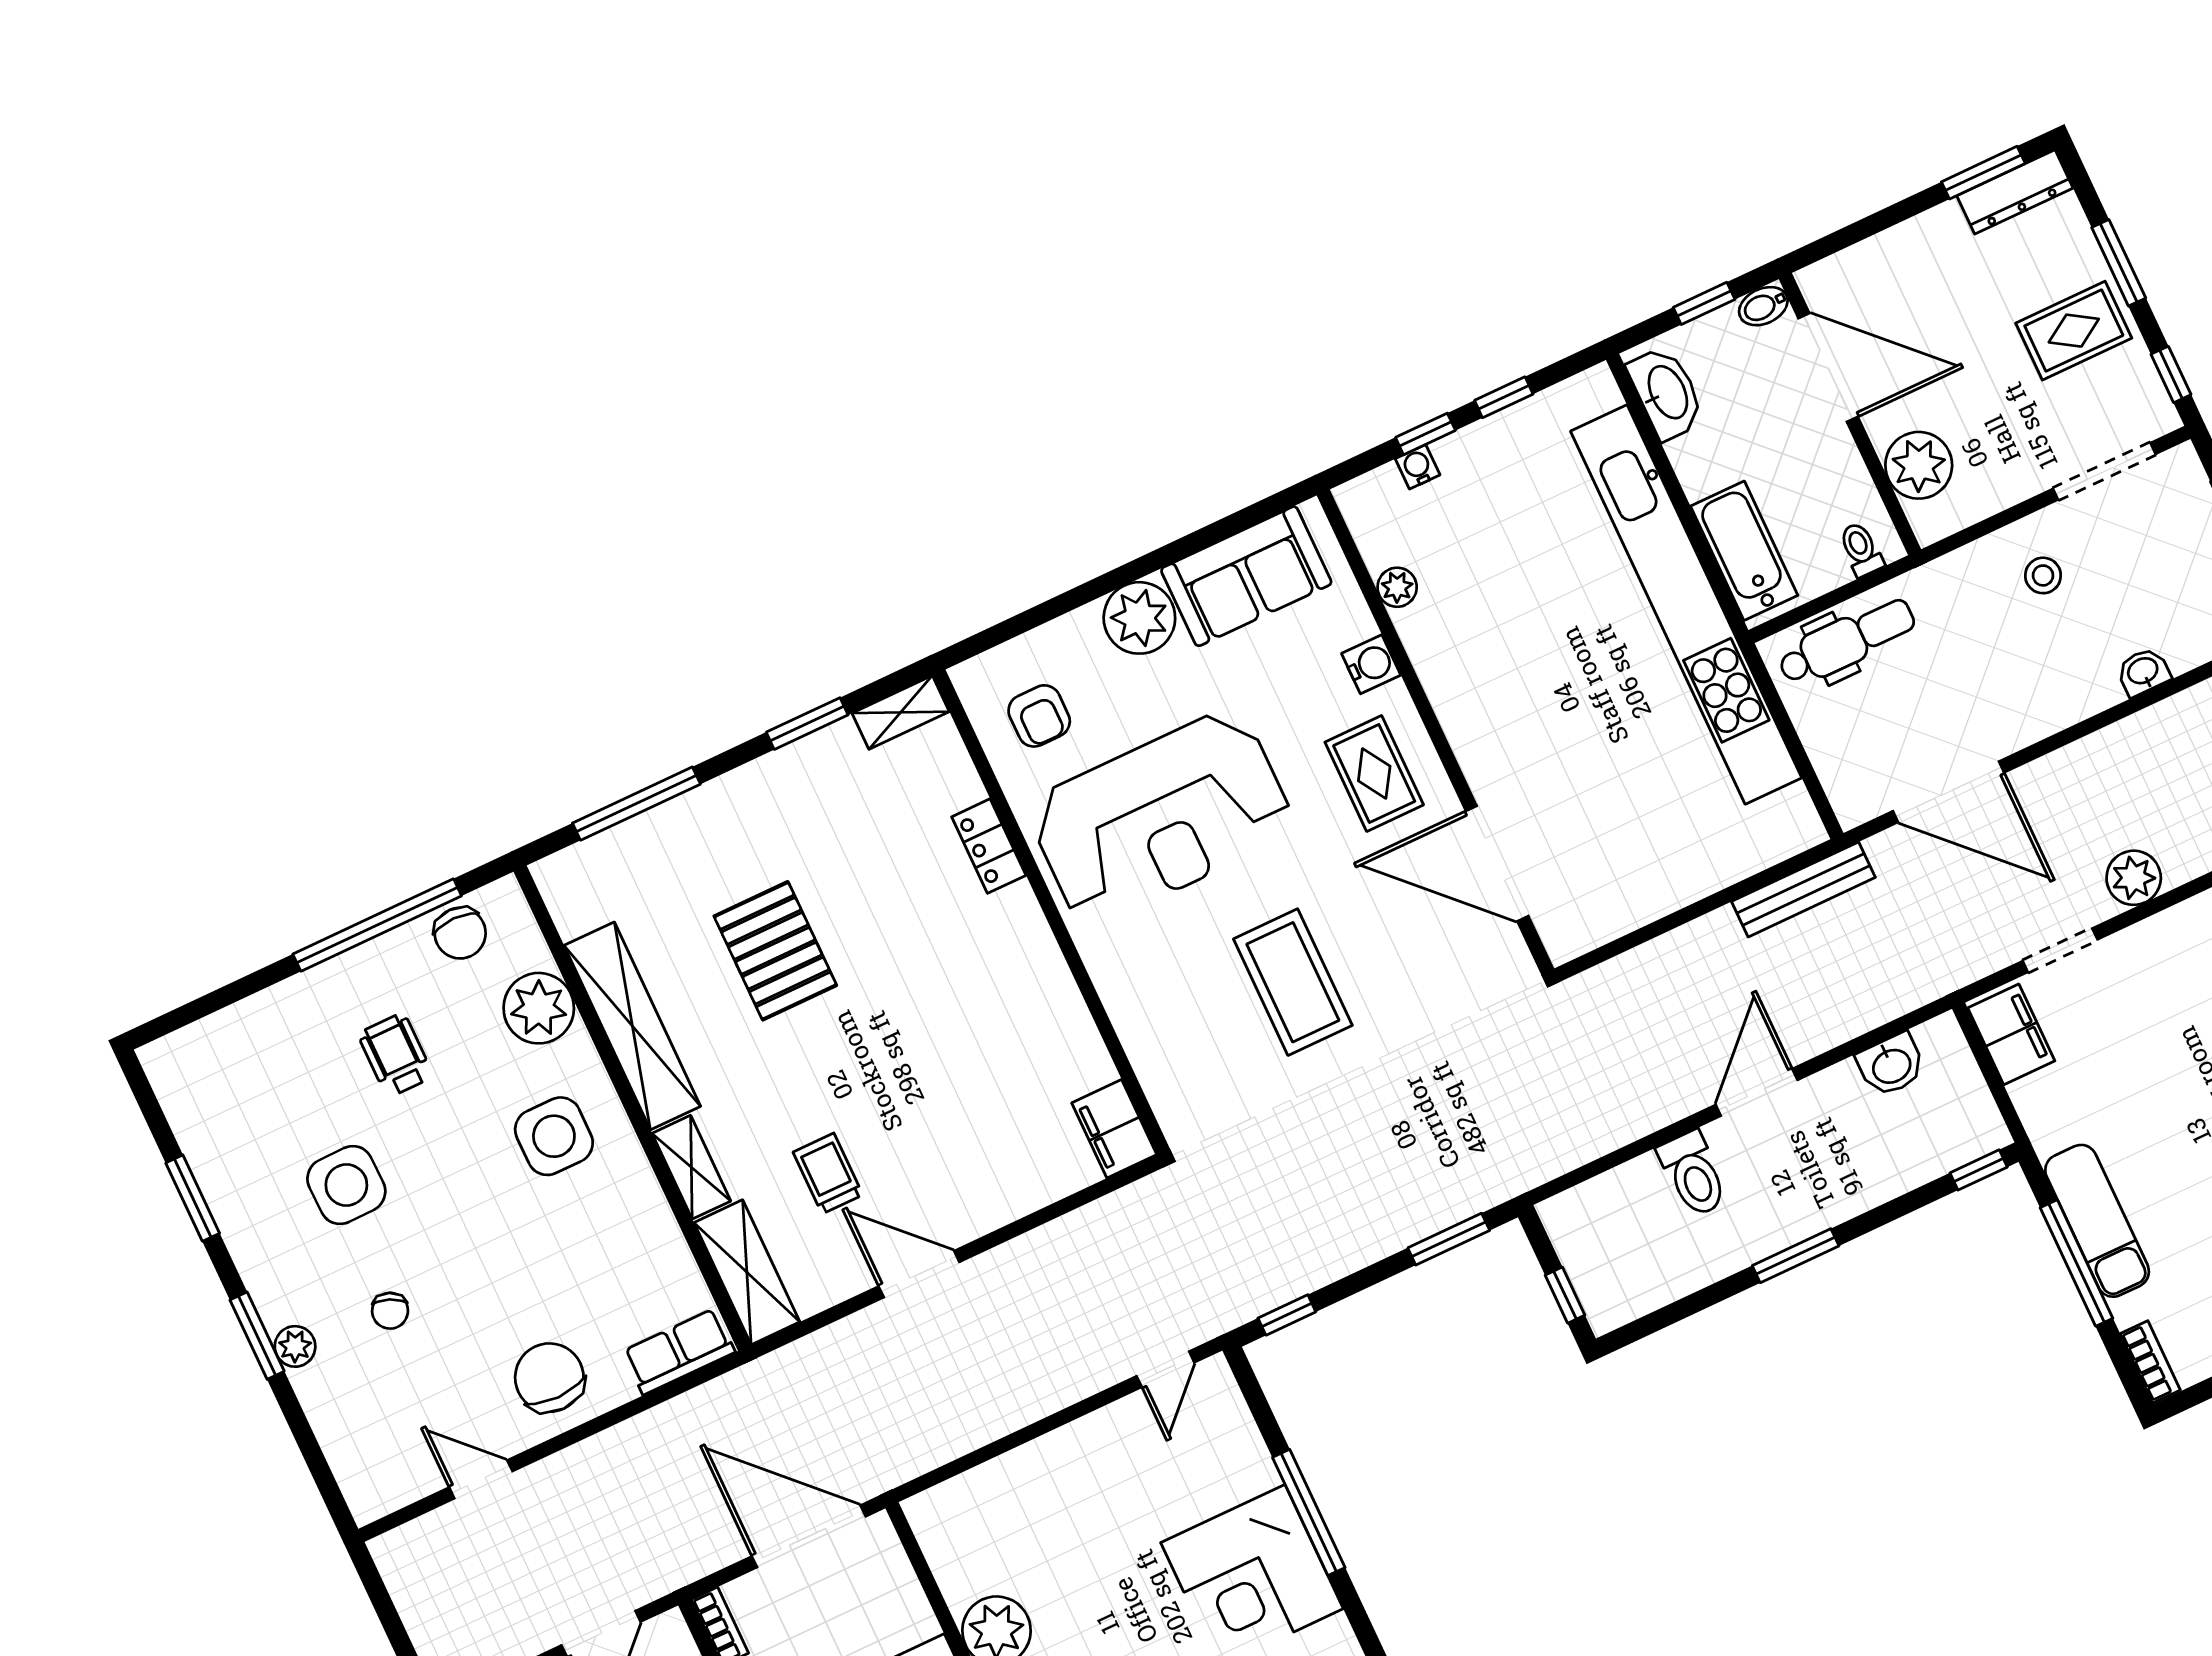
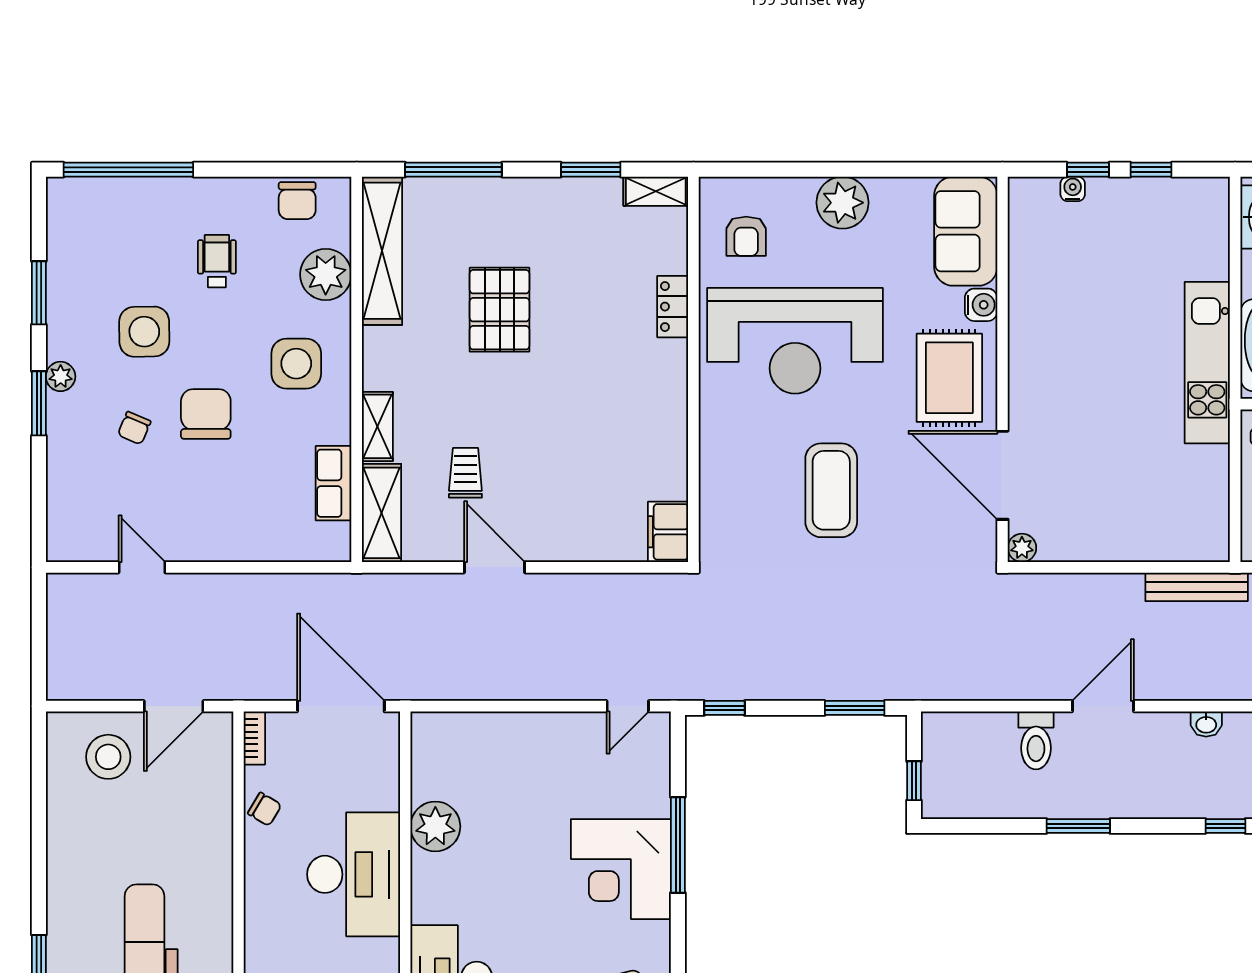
sofa: (1246, 576) -> (966, 231), moved, turned 90
plant: (1397, 587) -> (1022, 548), moved
kitchen unit: (1686, 604) -> (1207, 363), width x0.54
rug: (1374, 773) -> (949, 378), width x1.36, depth x1.43
window: (377, 925) -> (128, 170), moved
shelving: (632, 1026) -> (382, 251), moved
washbasin: (1891, 1065) -> (1206, 724), width x0.72, depth x0.69
plant: (295, 1346) -> (61, 376), moved
row of seats: (679, 1352) -> (334, 483), moved, turned -90
chair: (549, 1378) -> (206, 414), moved

